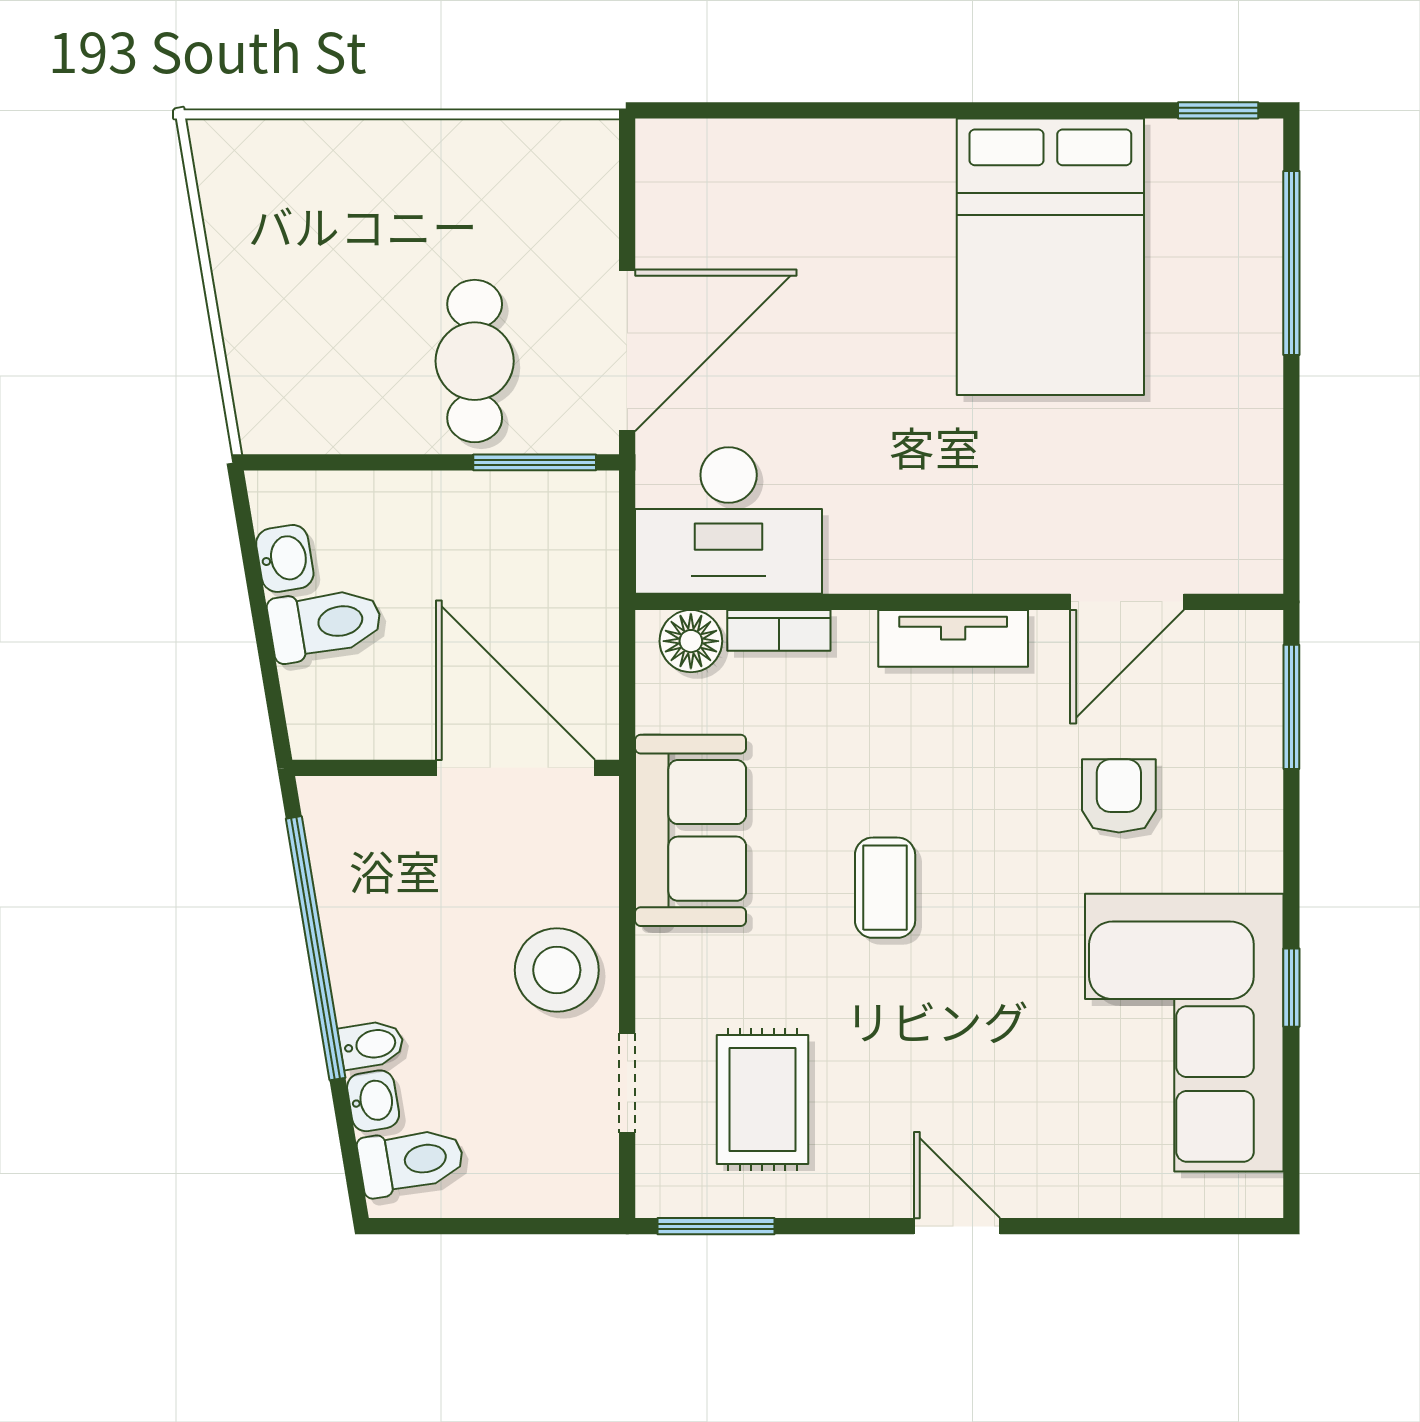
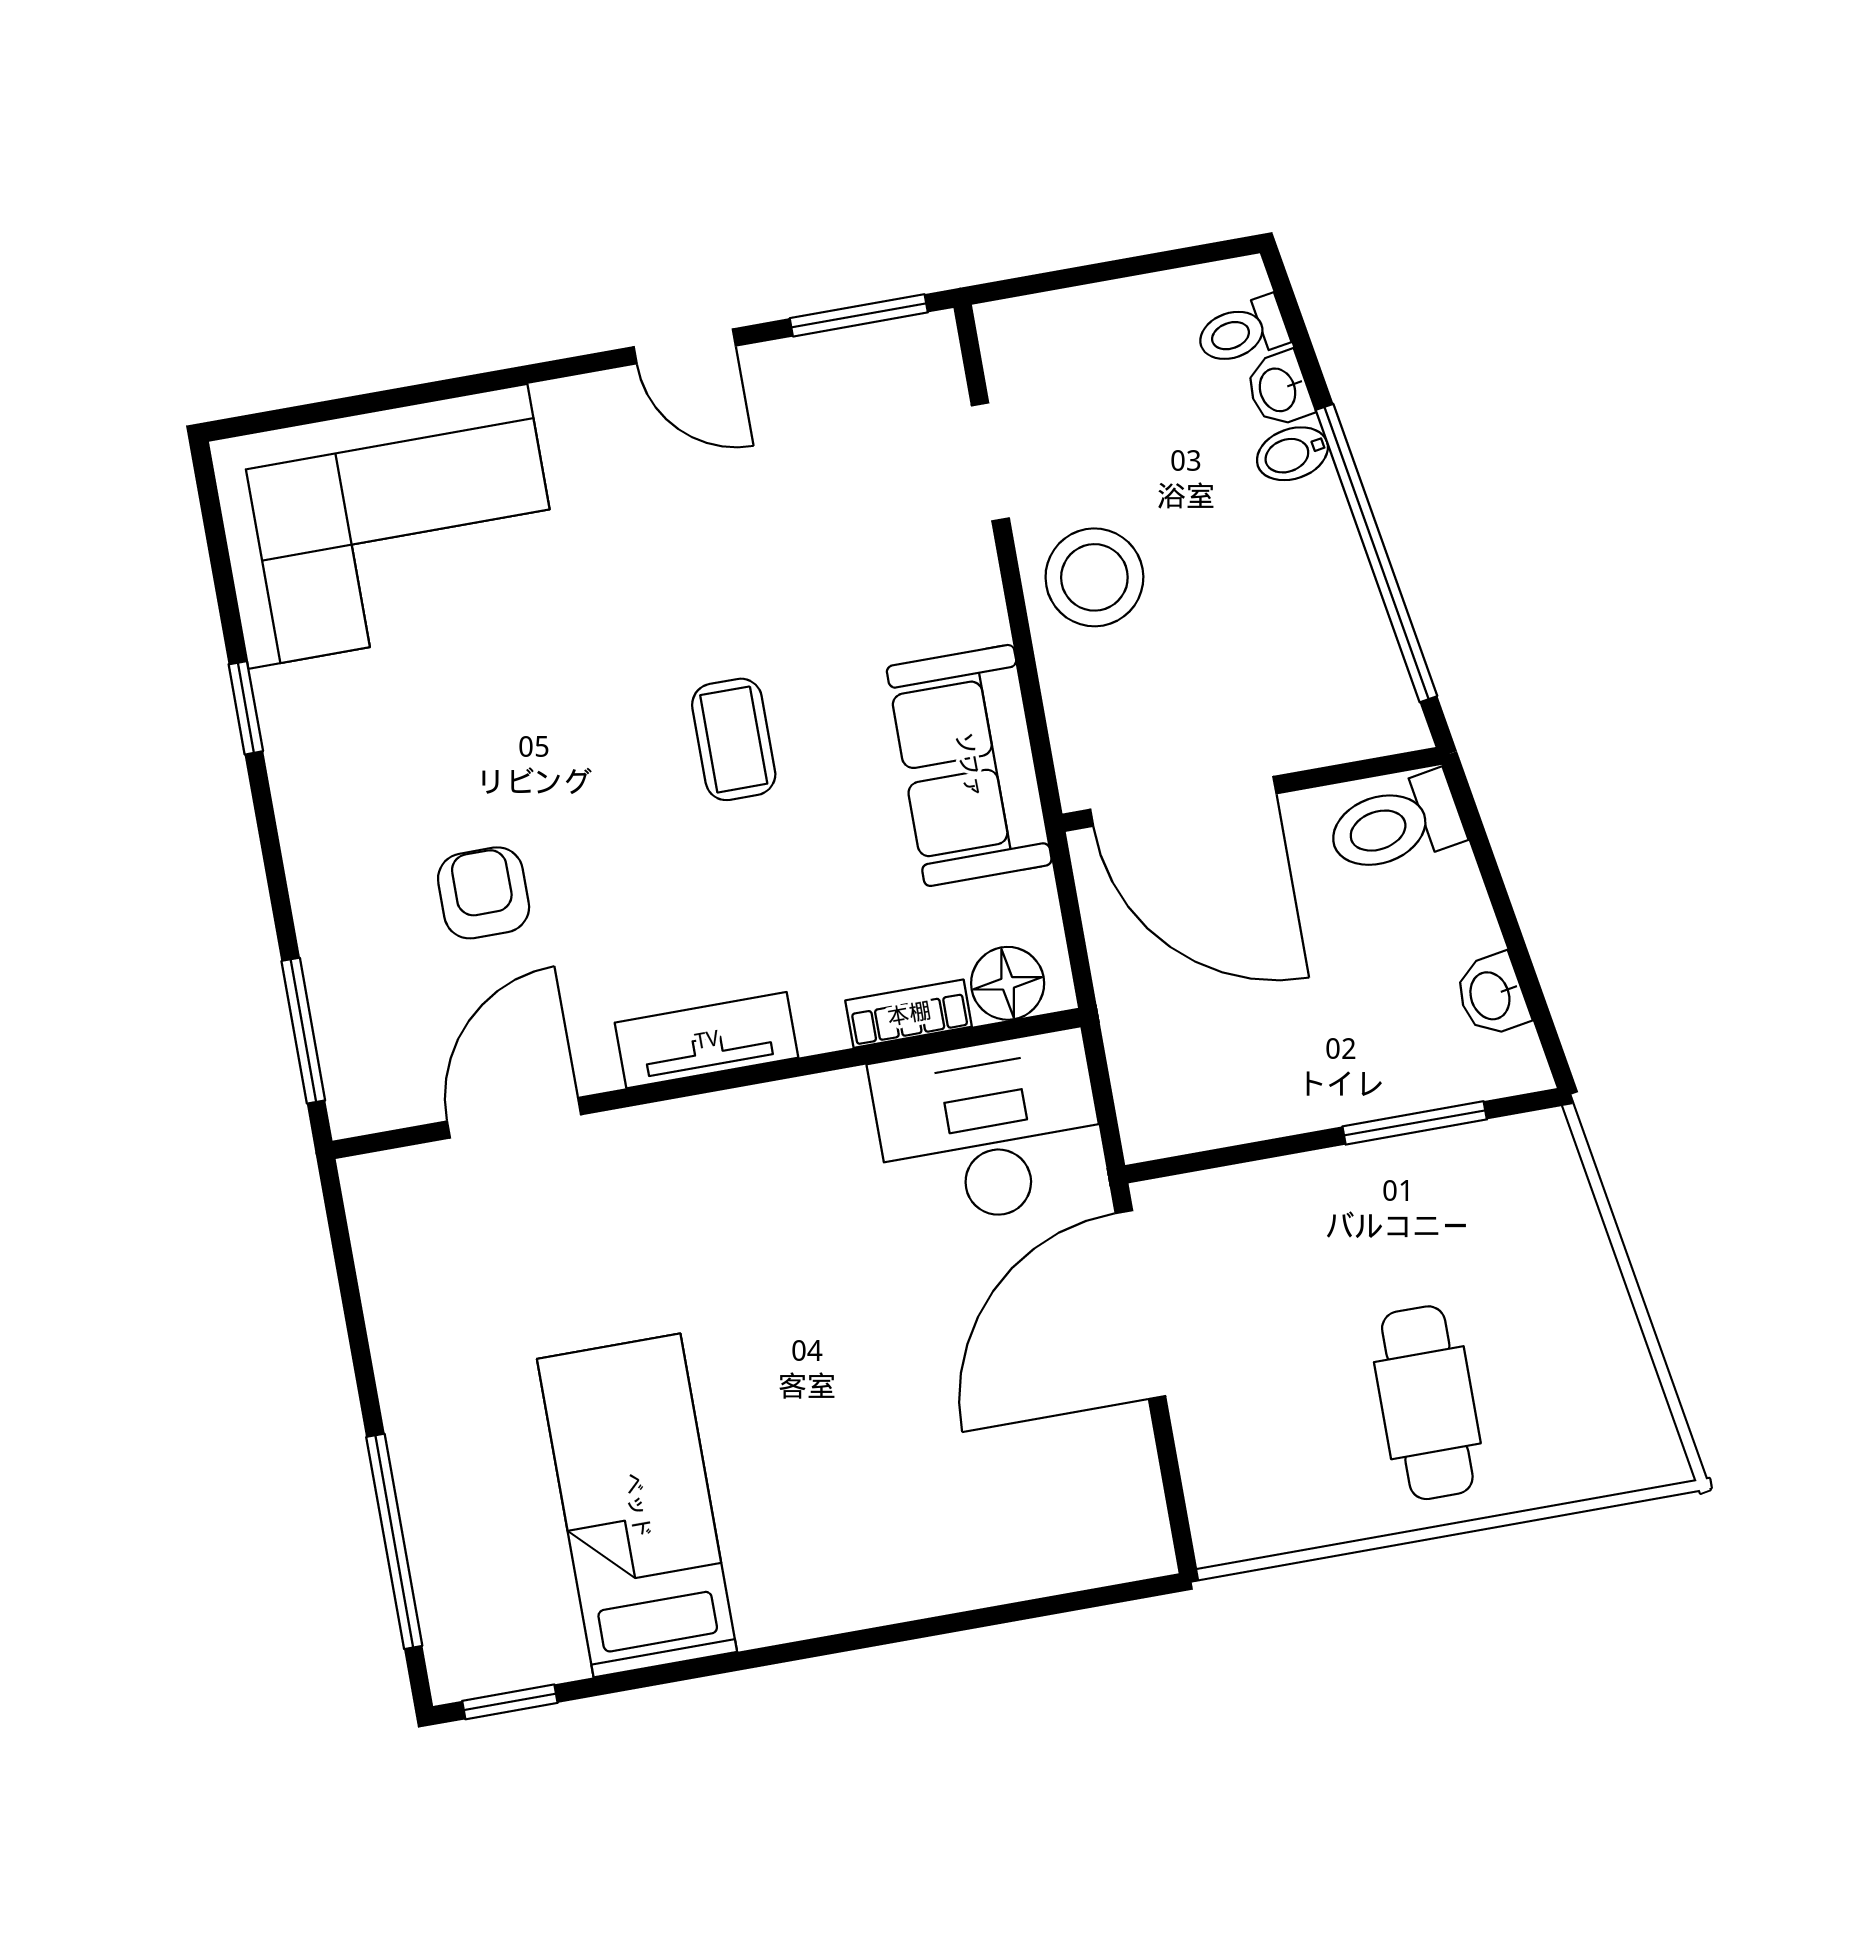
bed: (1050, 257) -> (637, 1505), width x0.67
cafe table: (475, 361) -> (1427, 1403), moved
window: (535, 462) -> (1415, 1123), moved
toilet: (325, 624) -> (1395, 825), moved
armchair: (1119, 796) -> (484, 893), turned 180
corner sofa: (1184, 1033) -> (388, 526), moved, turned 90
rug: (762, 1099) -> (831, 471), removed
toilet: (411, 1161) -> (1242, 332), width x0.73, depth x0.72
door: (957, 1226) -> (685, 346), moved

